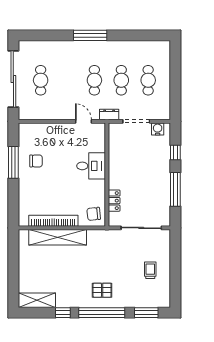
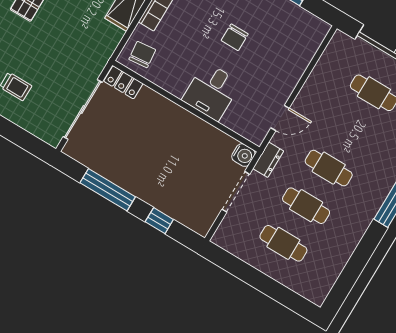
water cooler: (158, 129) -> (243, 155), moved
chair: (36, 161) -> (235, 37), moved
locker: (114, 201) -> (123, 82), moved

